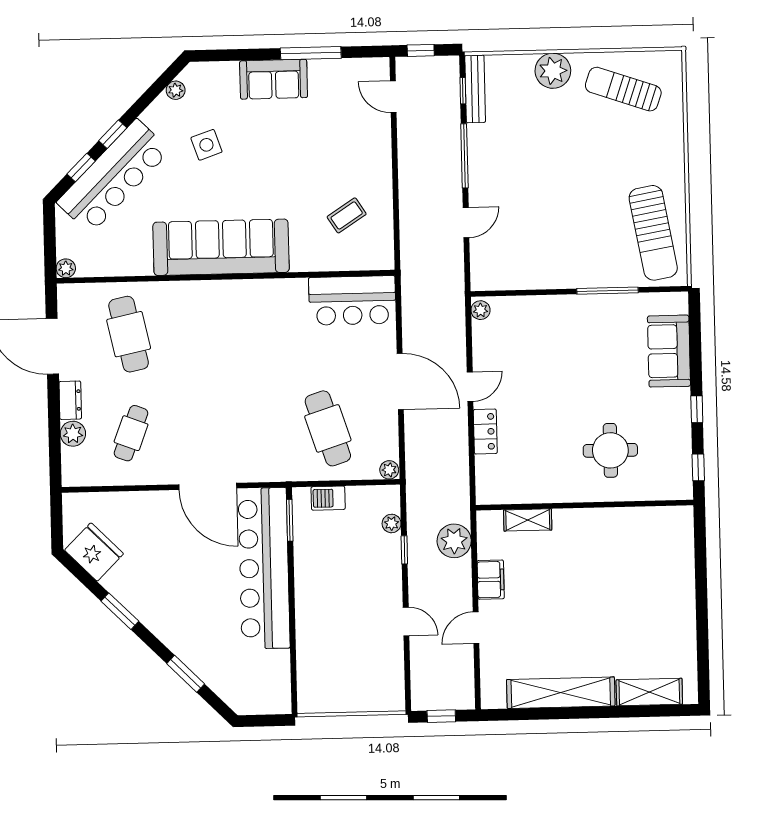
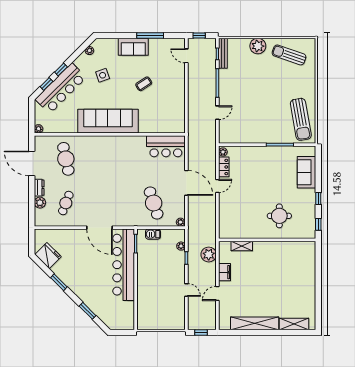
coffee table: (347, 215) -> (144, 84), moved
locker: (485, 431) -> (224, 167), moved

